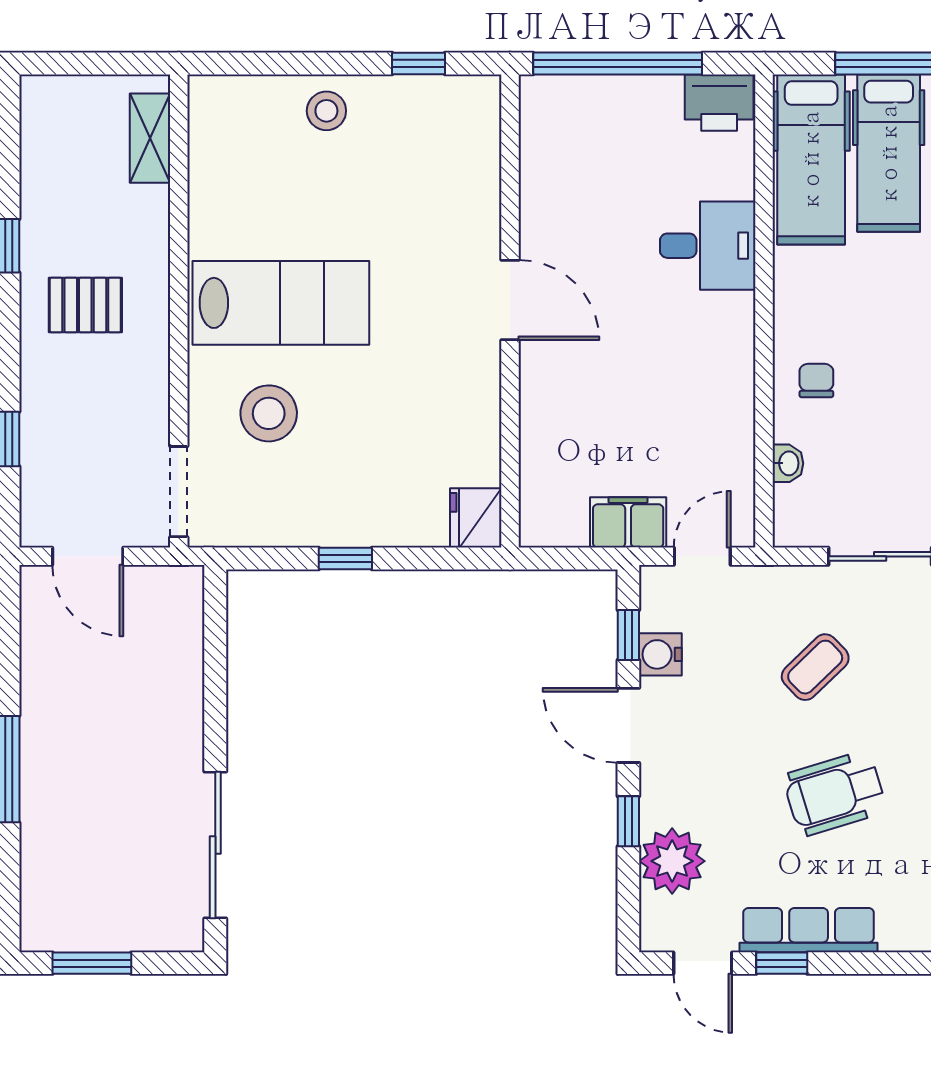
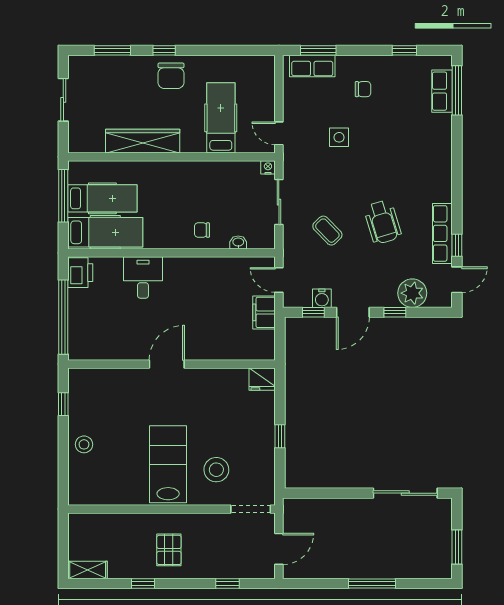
shelving: (150, 138) -> (88, 570), moved

